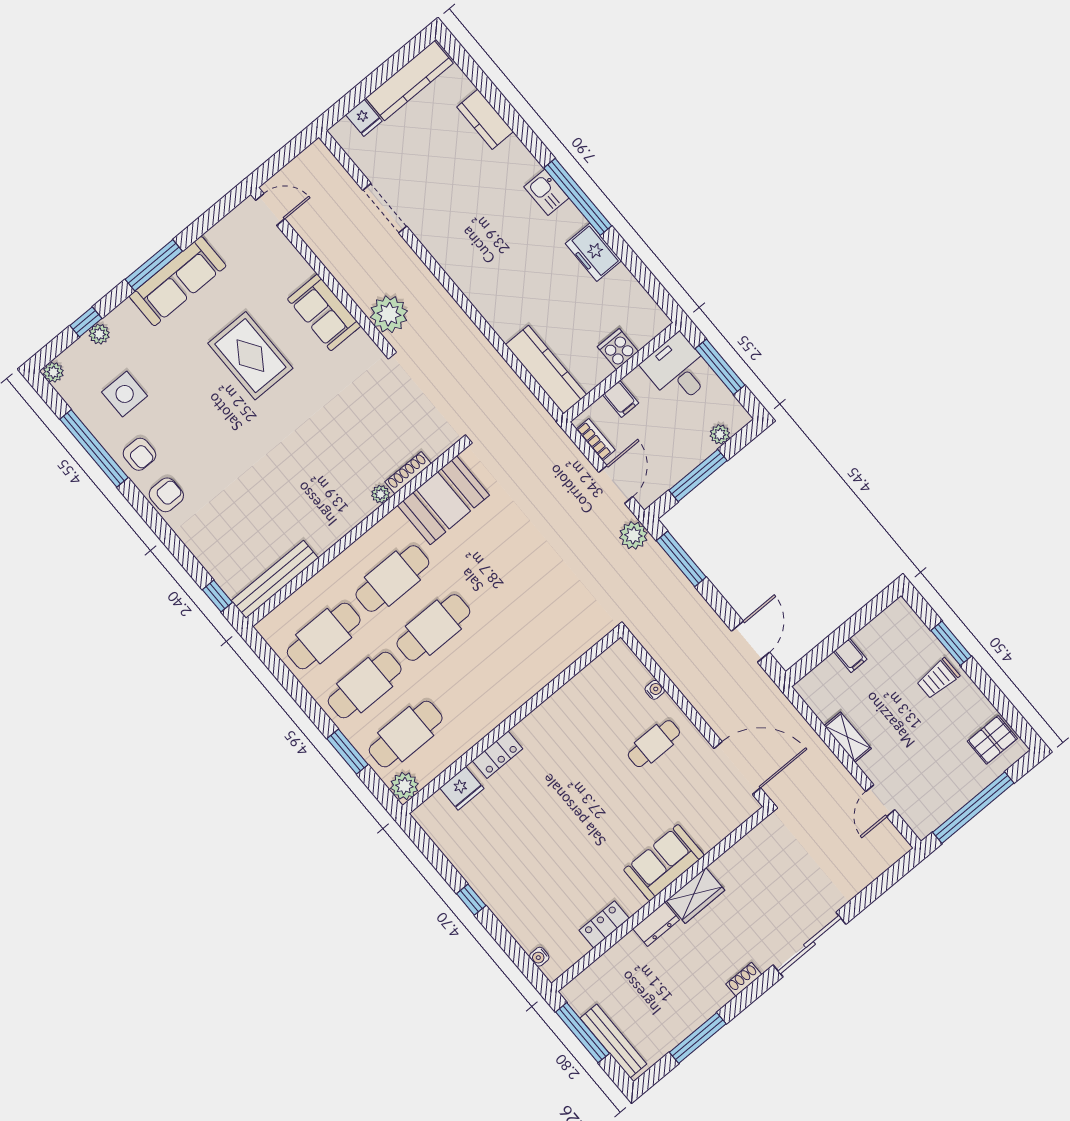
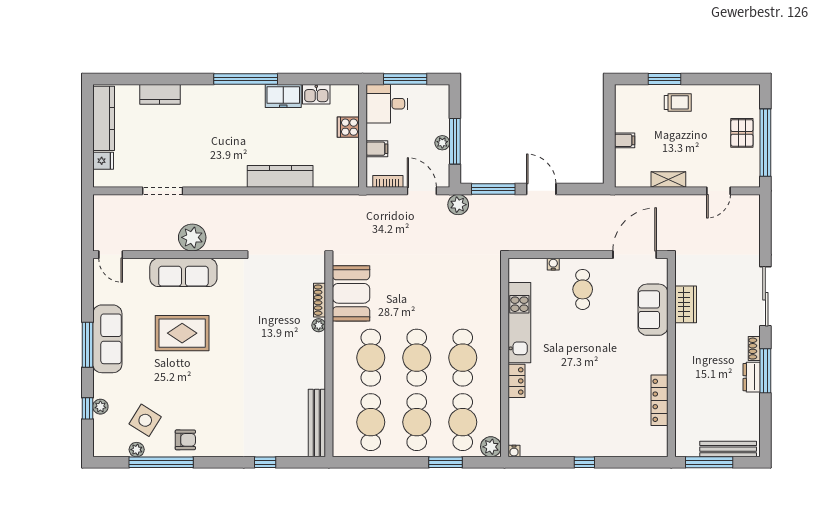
kitchen sink: (546, 192) -> (316, 94), moved
door: (270, 209) -> (111, 255), swing flipped
sofa: (324, 312) -> (183, 272), width x1.36
plant: (389, 314) -> (192, 237), moved
kitchen counter: (546, 370) -> (280, 176), moved
plant: (53, 372) -> (137, 450), moved
side table: (125, 394) -> (145, 420), turned 32
plant: (720, 434) -> (442, 143), moved
armchair: (166, 495) -> (220, 444), removed
window: (217, 596) -> (265, 462), moved
door: (750, 642) -> (541, 189), moved
cafe table: (474, 677) -> (463, 358), added
trolley: (938, 678) -> (678, 102), turned -90
kitchen unit: (562, 706) -> (519, 323), added
pallet: (992, 740) -> (742, 133), moved
fridge: (462, 788) -> (519, 416), removed
door: (880, 801) -> (719, 191), hinge flipped
sofa: (664, 863) -> (653, 310), moved
wardrobe: (695, 896) -> (686, 304), moved
locker: (604, 924) -> (659, 400), width x1.53
dresser: (656, 924) -> (752, 377), moved, turned 180
water cooler: (539, 957) -> (514, 451), moved
window: (698, 1038) -> (765, 371), moved

